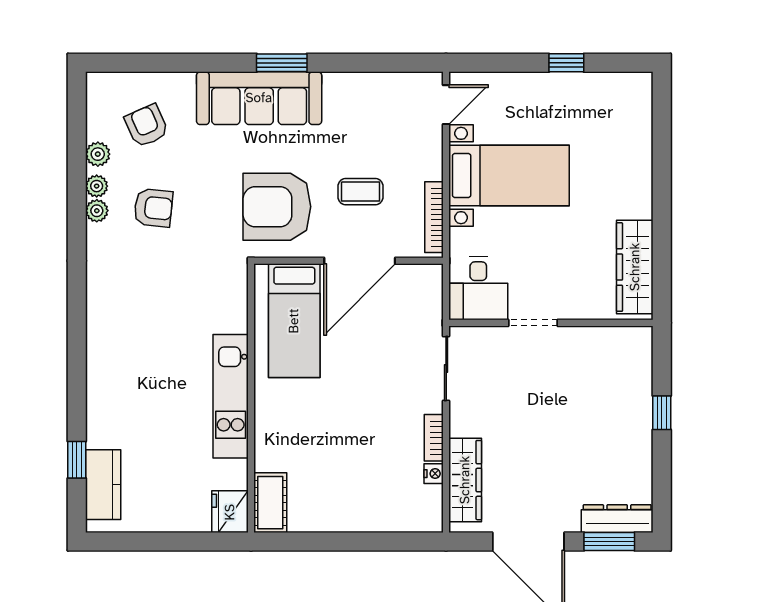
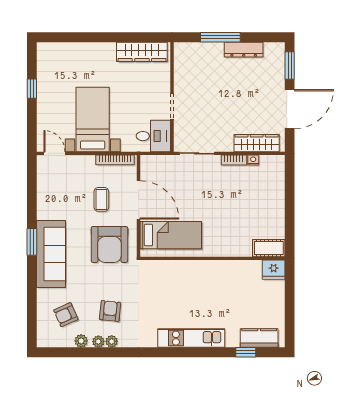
kitchen unit: (231, 396) -> (191, 338), moved, turned 180
window: (662, 413) -> (220, 37), width x2.17
dresser: (617, 519) -> (244, 50), moved, turned -90

